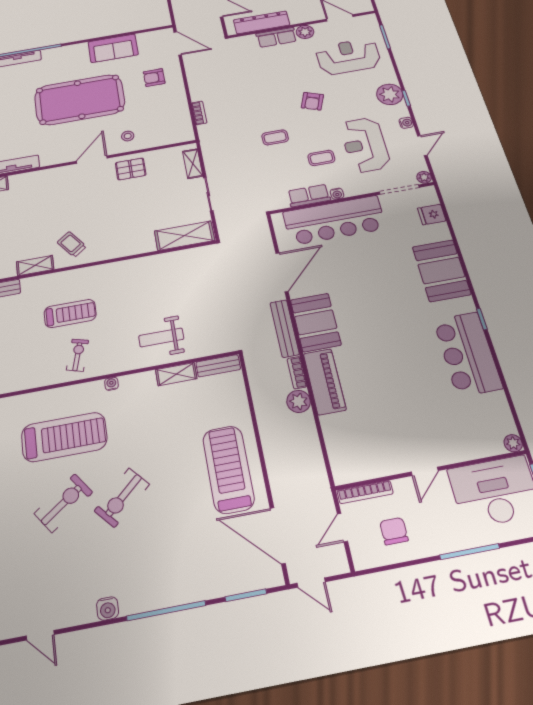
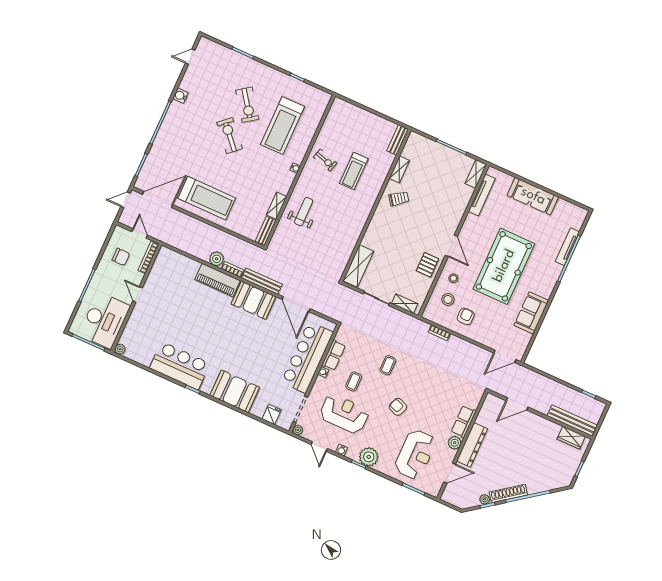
dresser: (262, 22) -> (472, 445), moved
armchair: (154, 78) -> (466, 316), moved
stool: (156, 127) -> (448, 299), added

